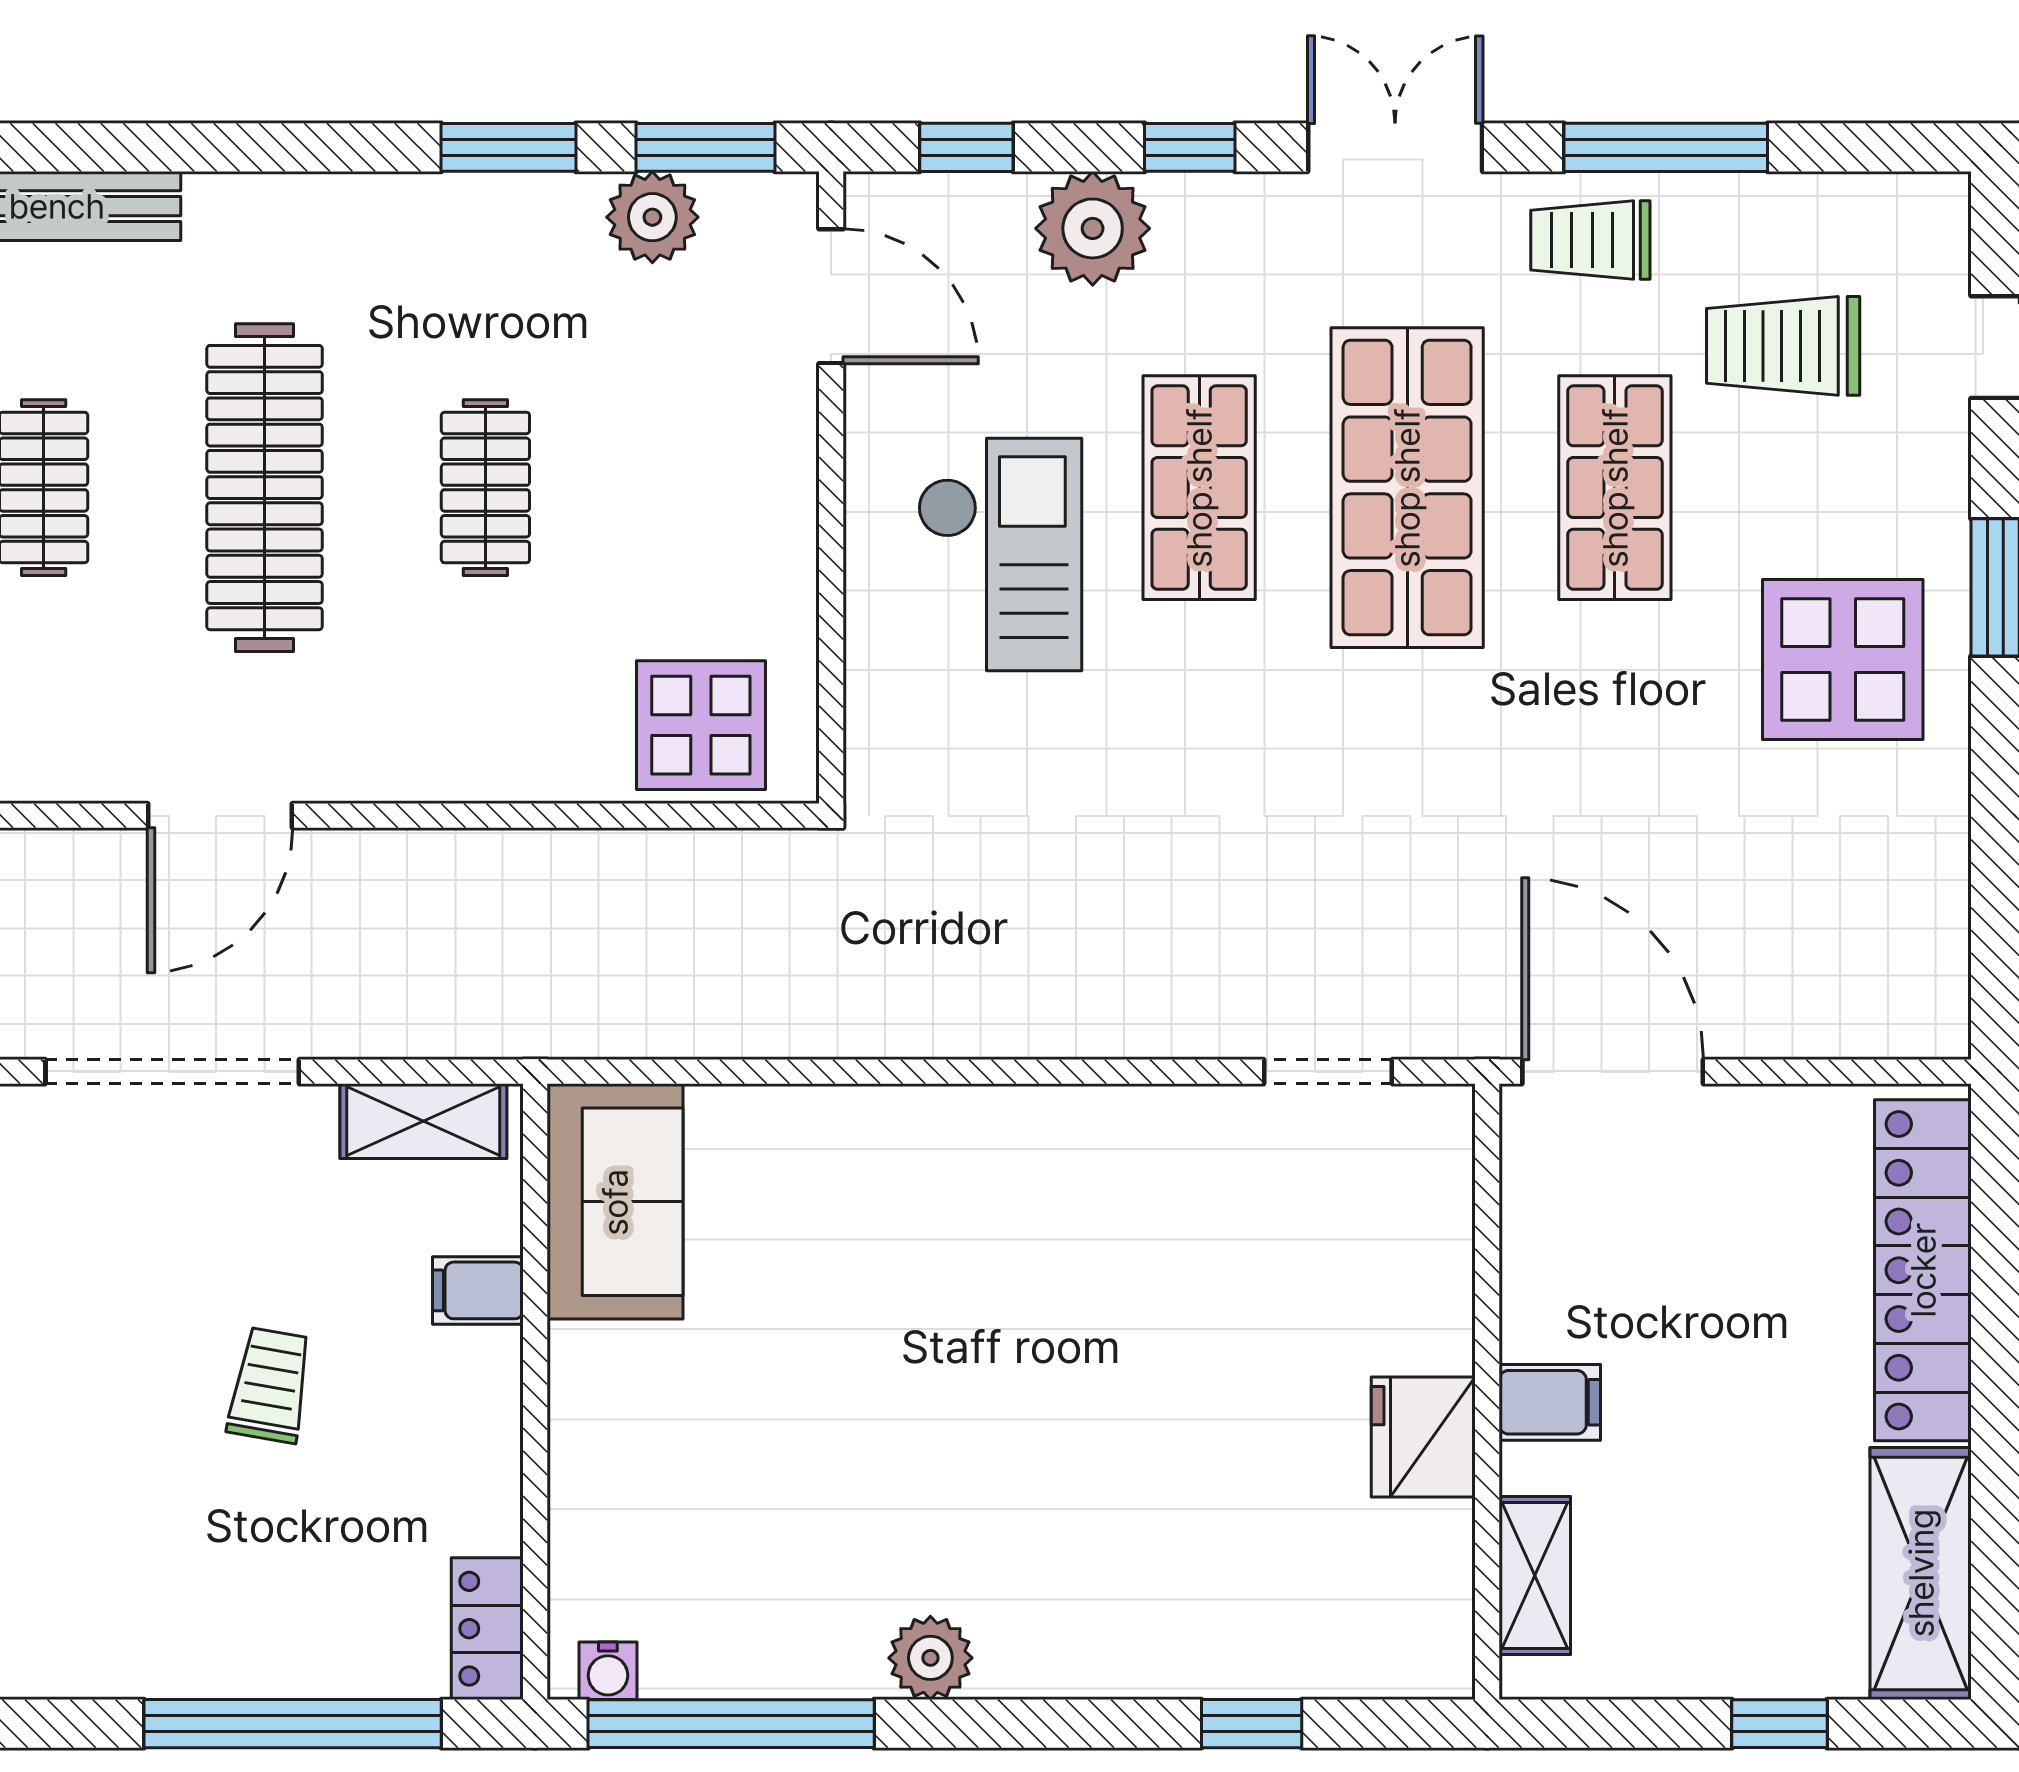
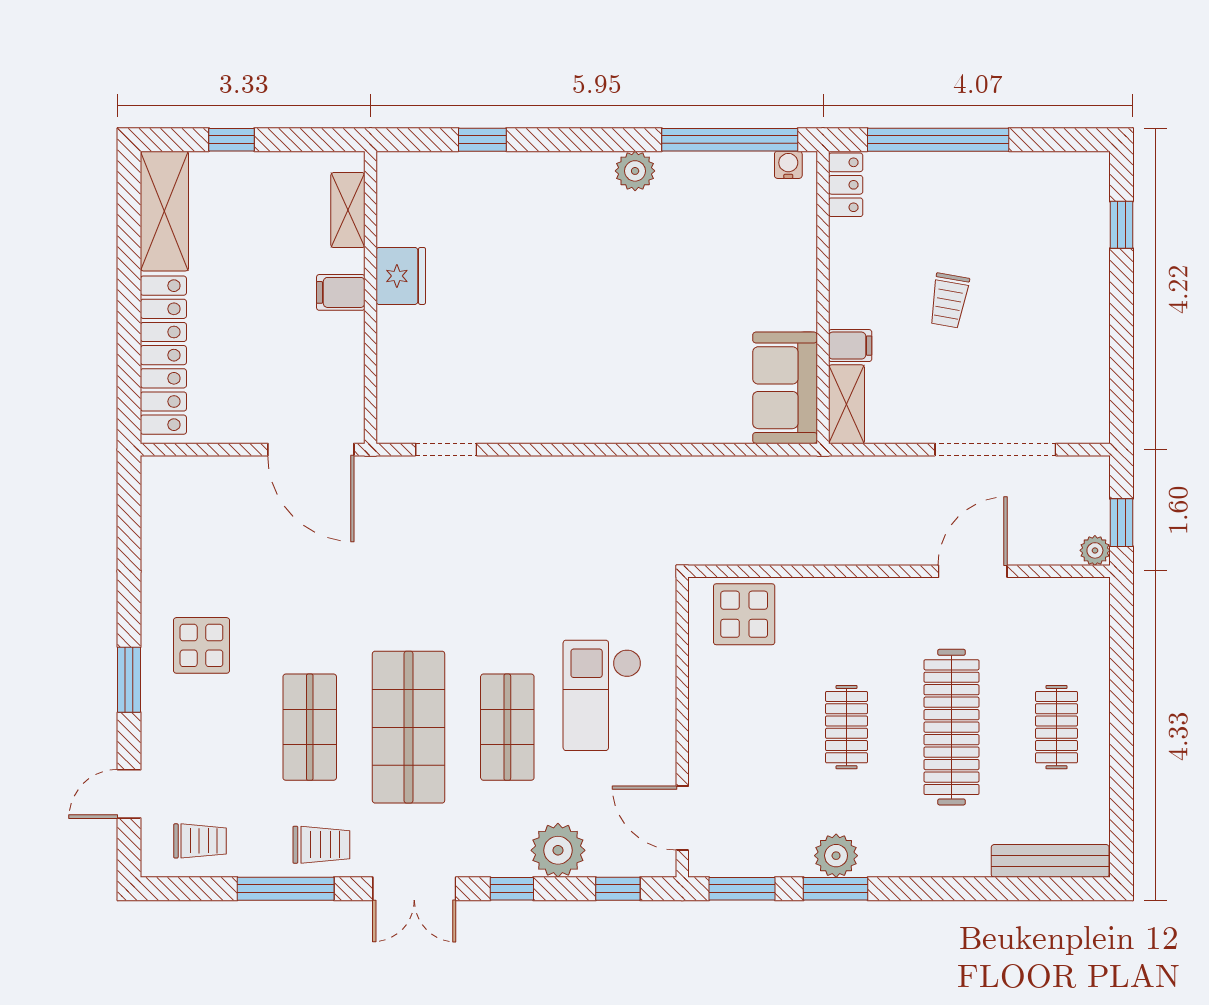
plant: (652, 217) -> (836, 856), moved
trolley: (1783, 346) -> (200, 841), moved, width x0.73, depth x0.72
display table: (1843, 659) -> (201, 645), width x0.73, depth x0.73
shelving: (423, 1121) -> (846, 404), moved, turned 90

